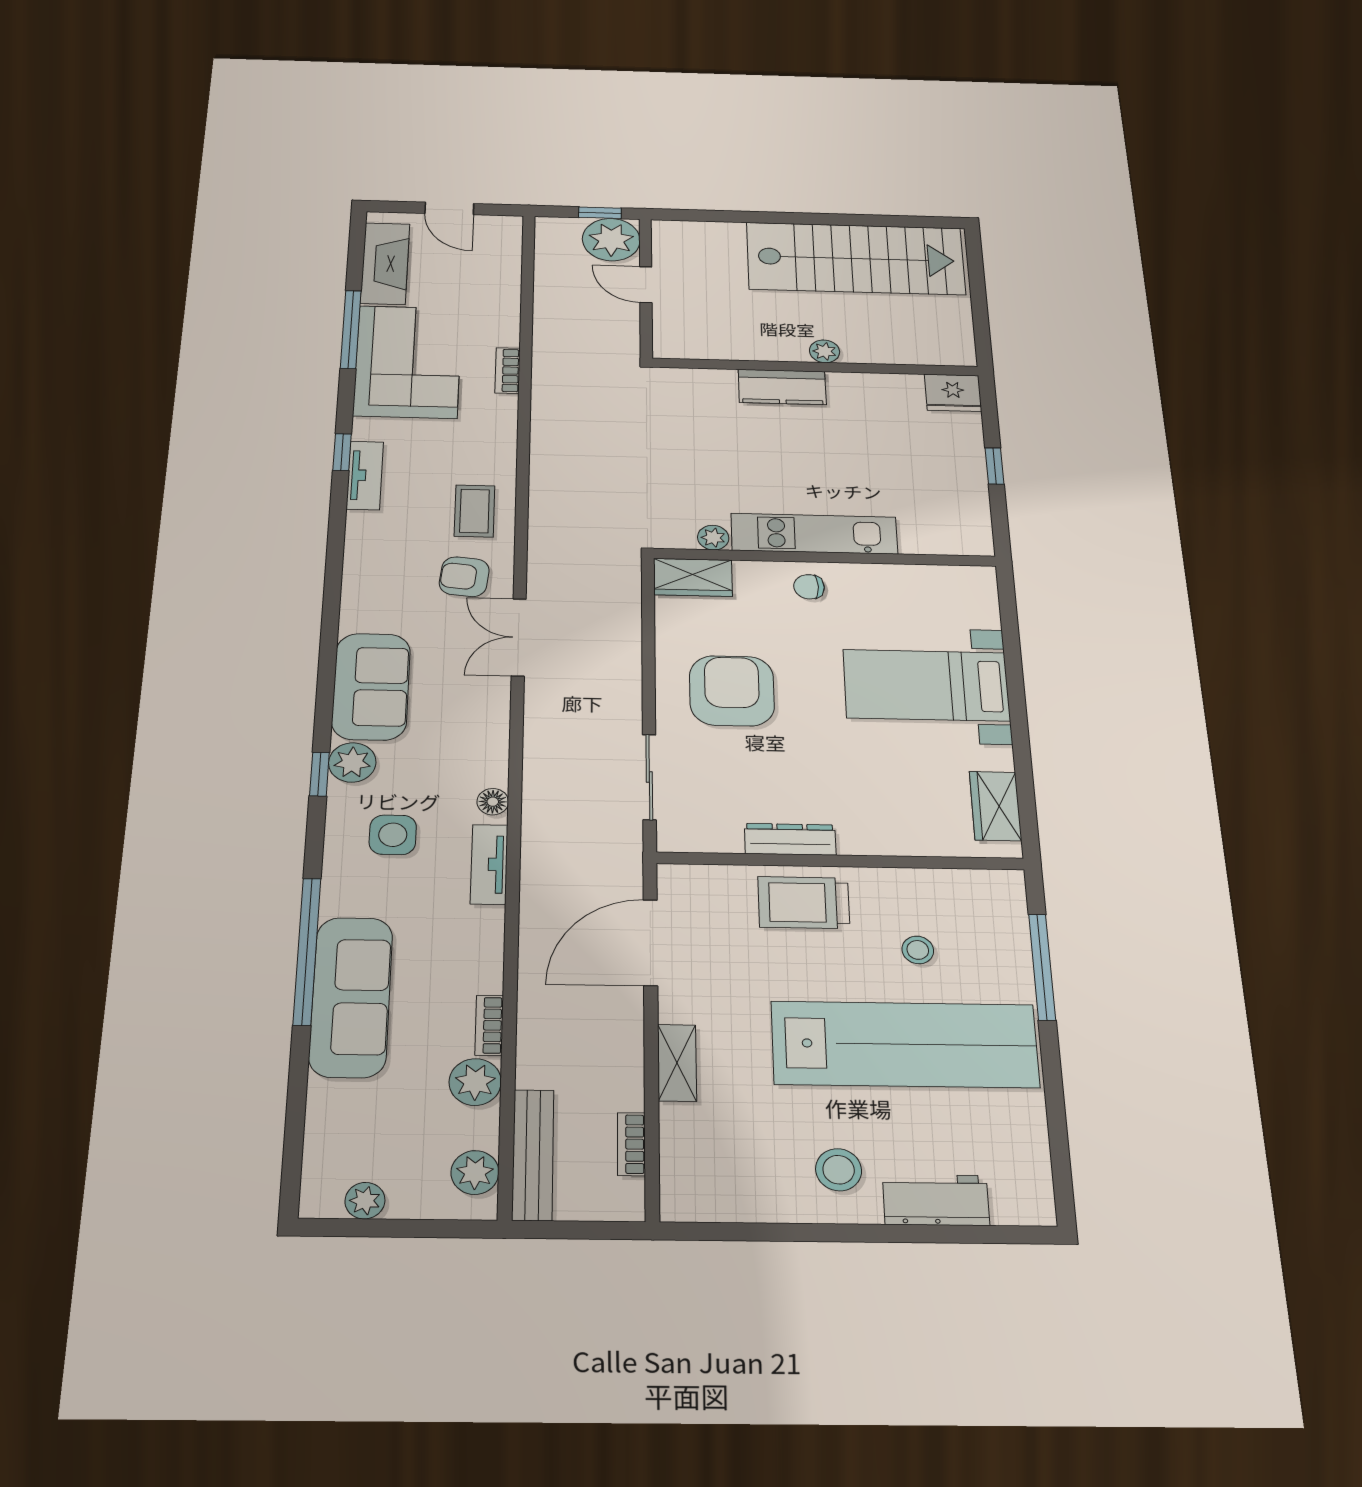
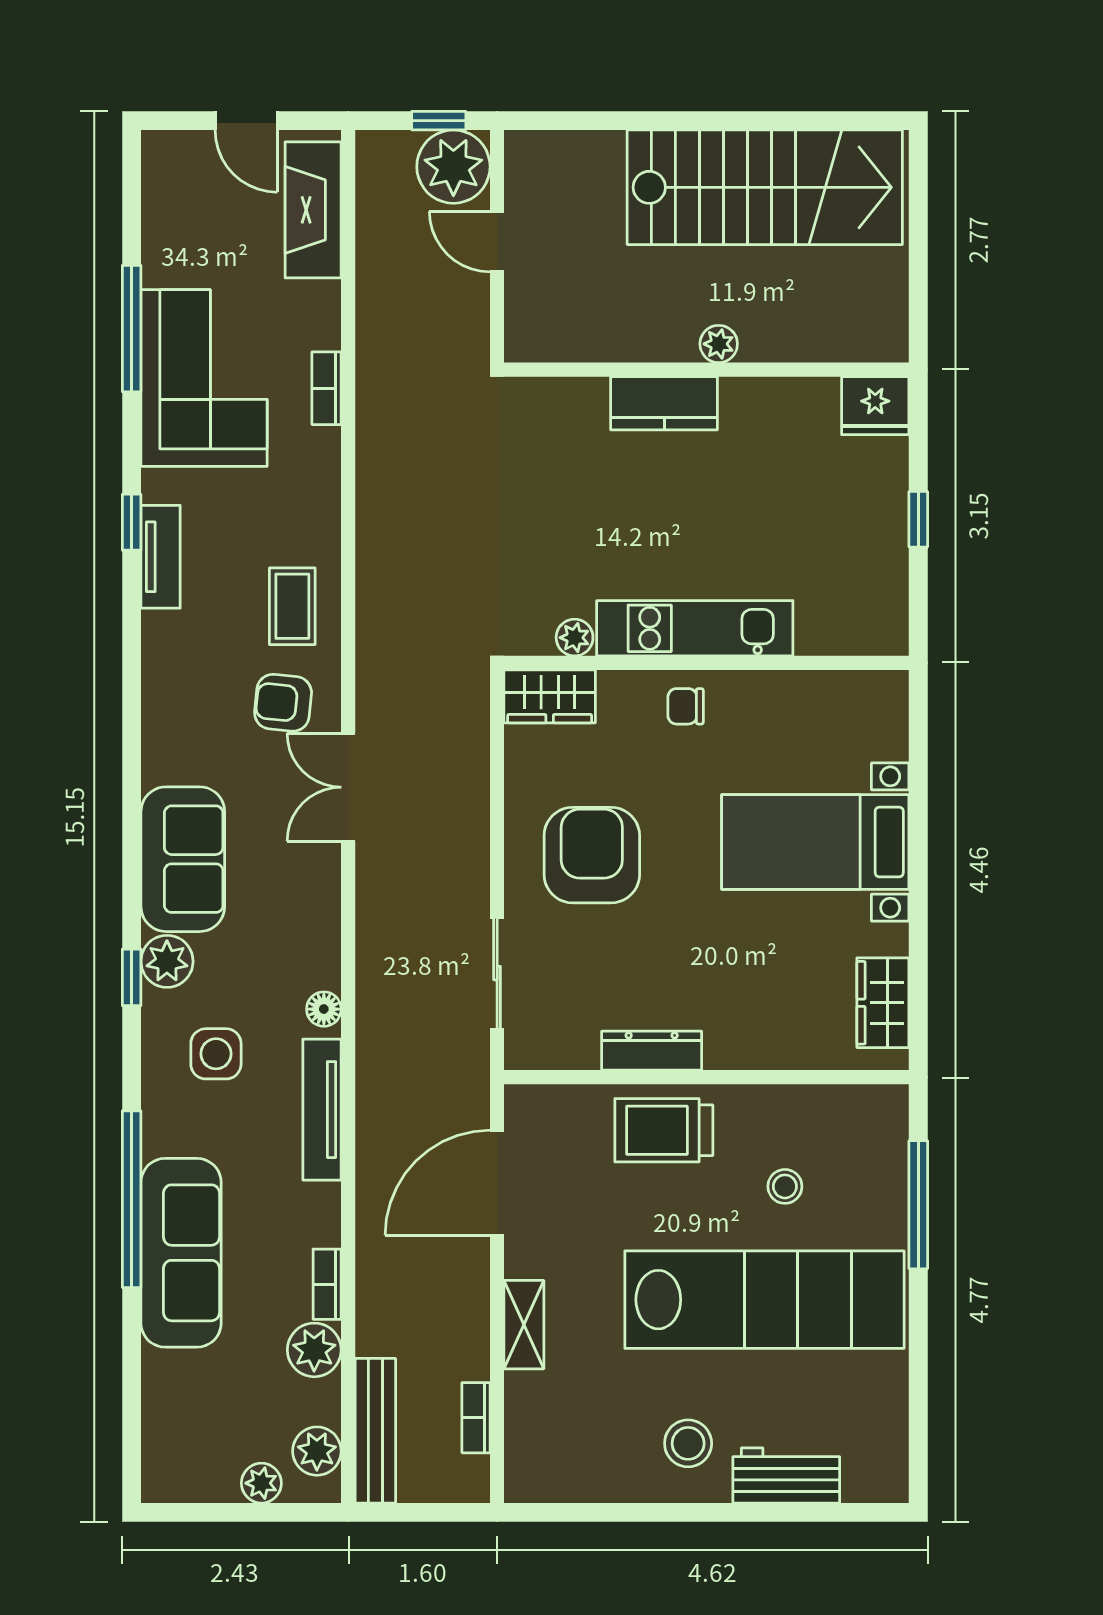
fireplace: (385, 263) -> (313, 210), moved, turned 180
tv unit: (489, 864) -> (322, 1110), width x1.41
plant: (365, 1201) -> (261, 1483), moved

